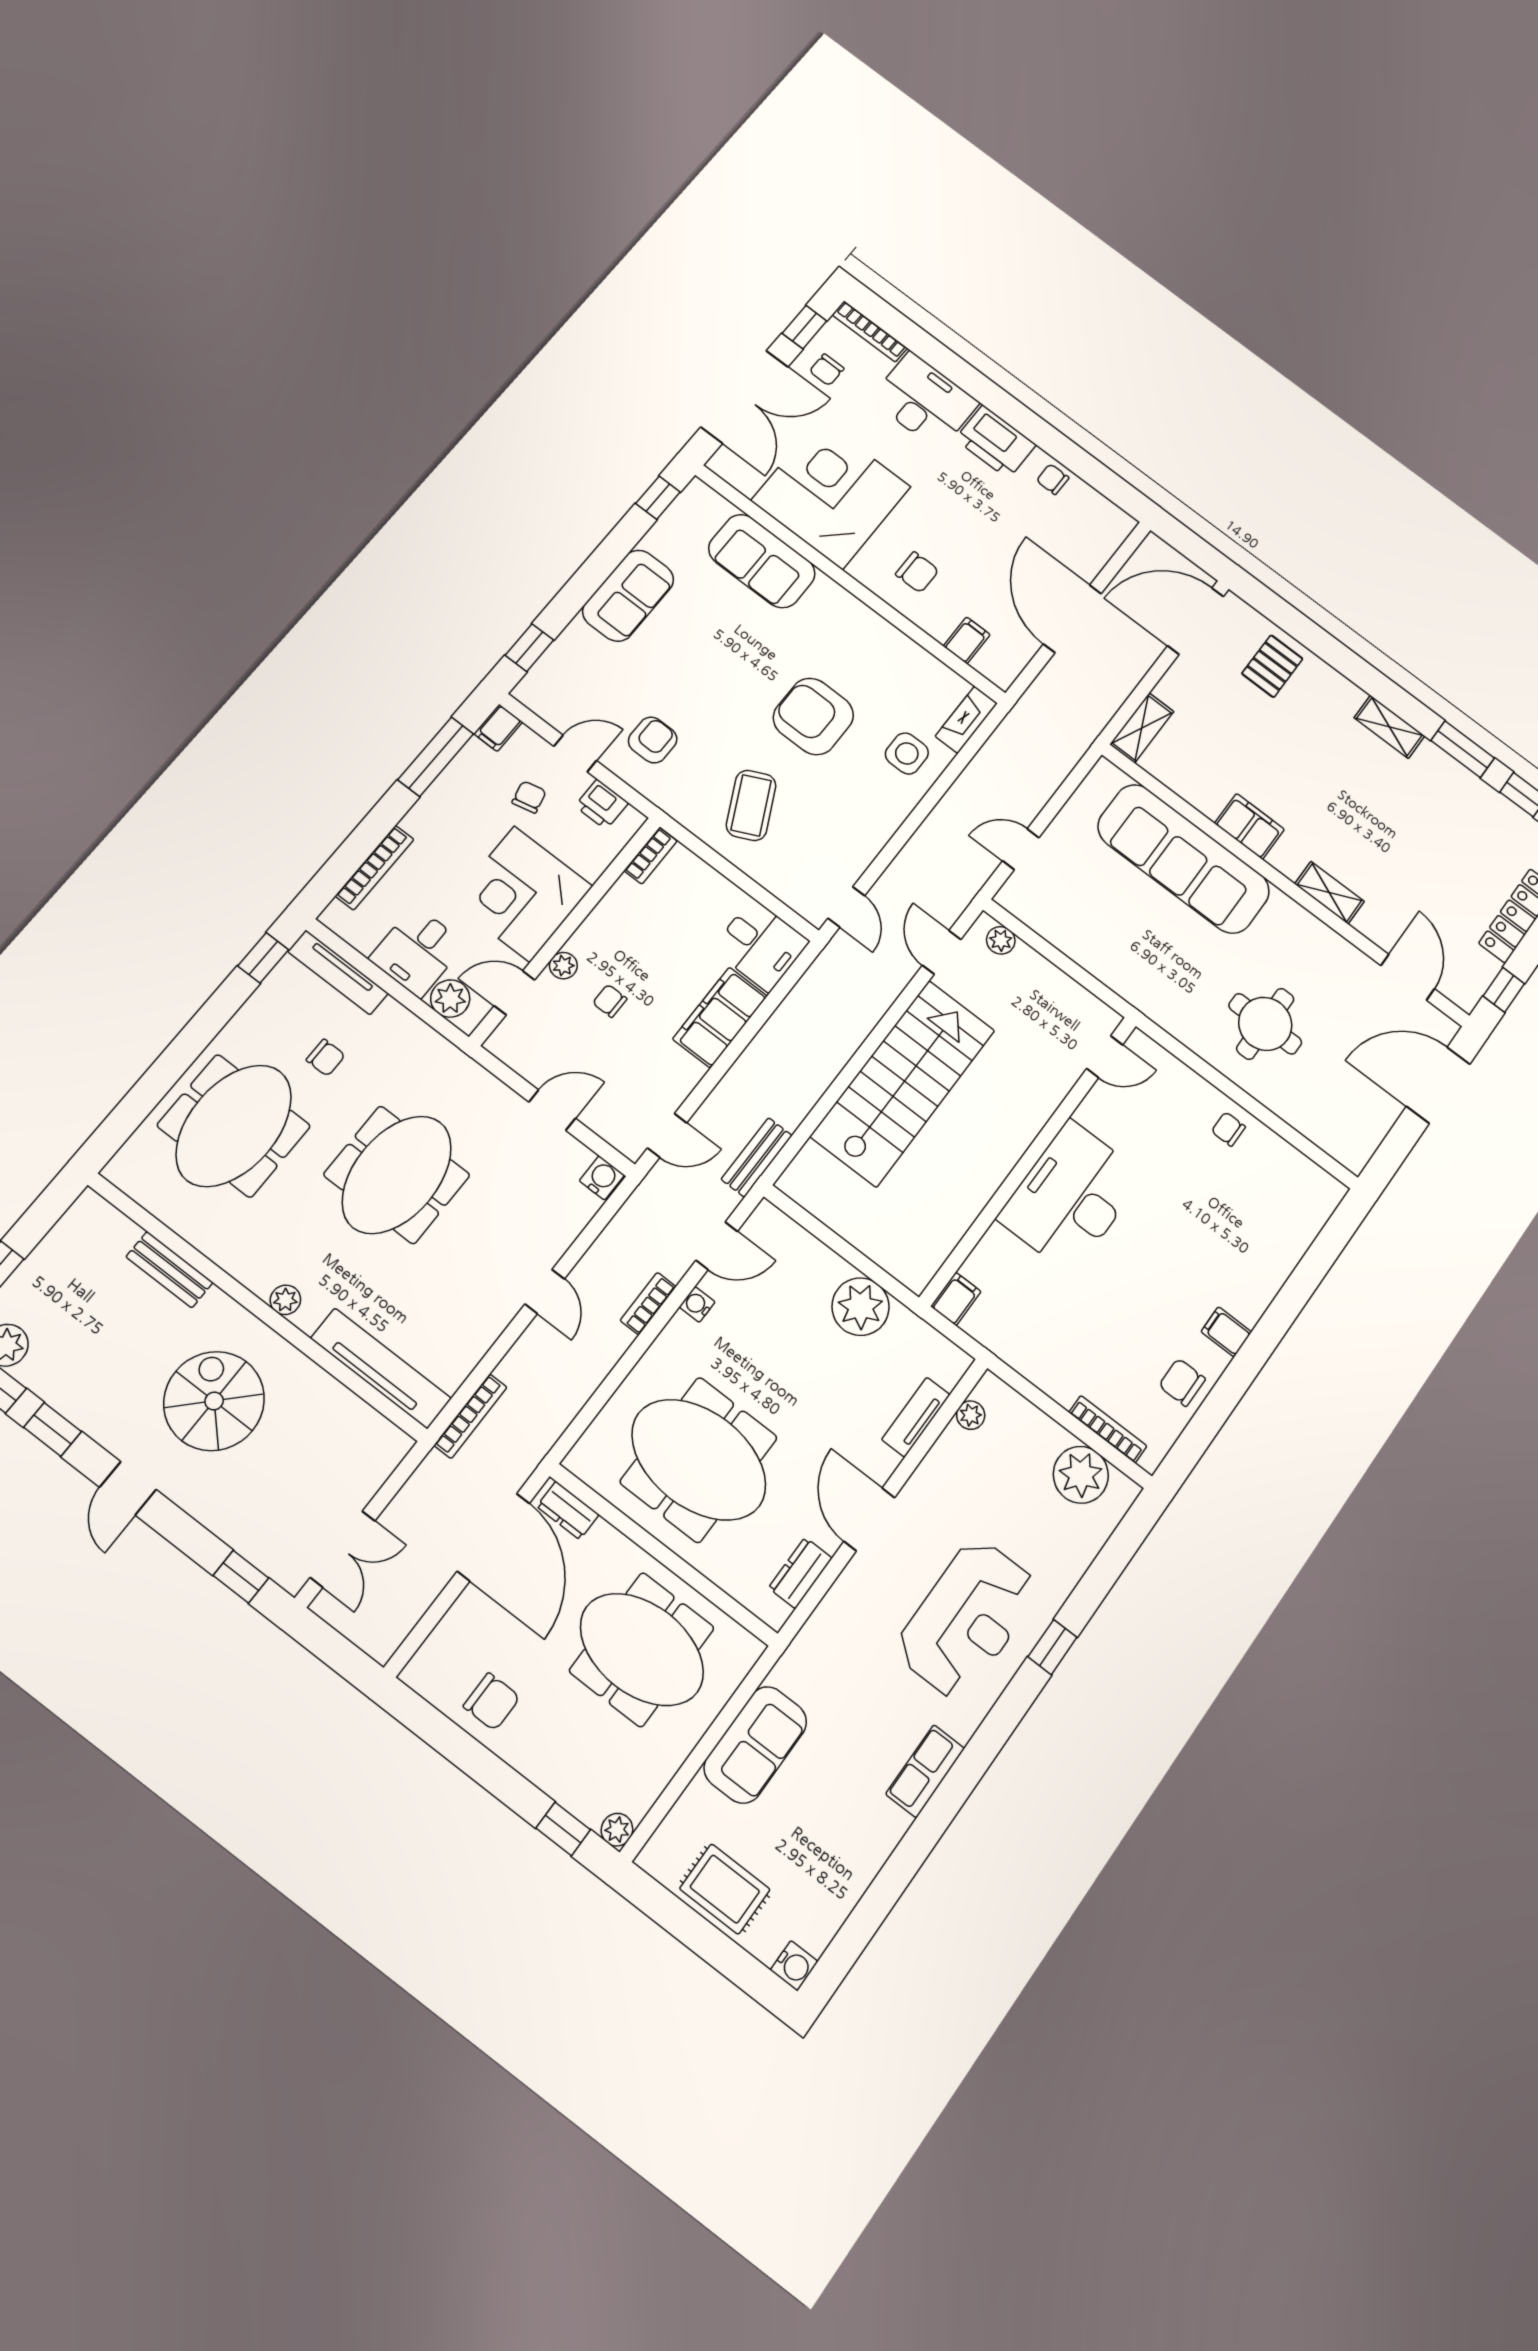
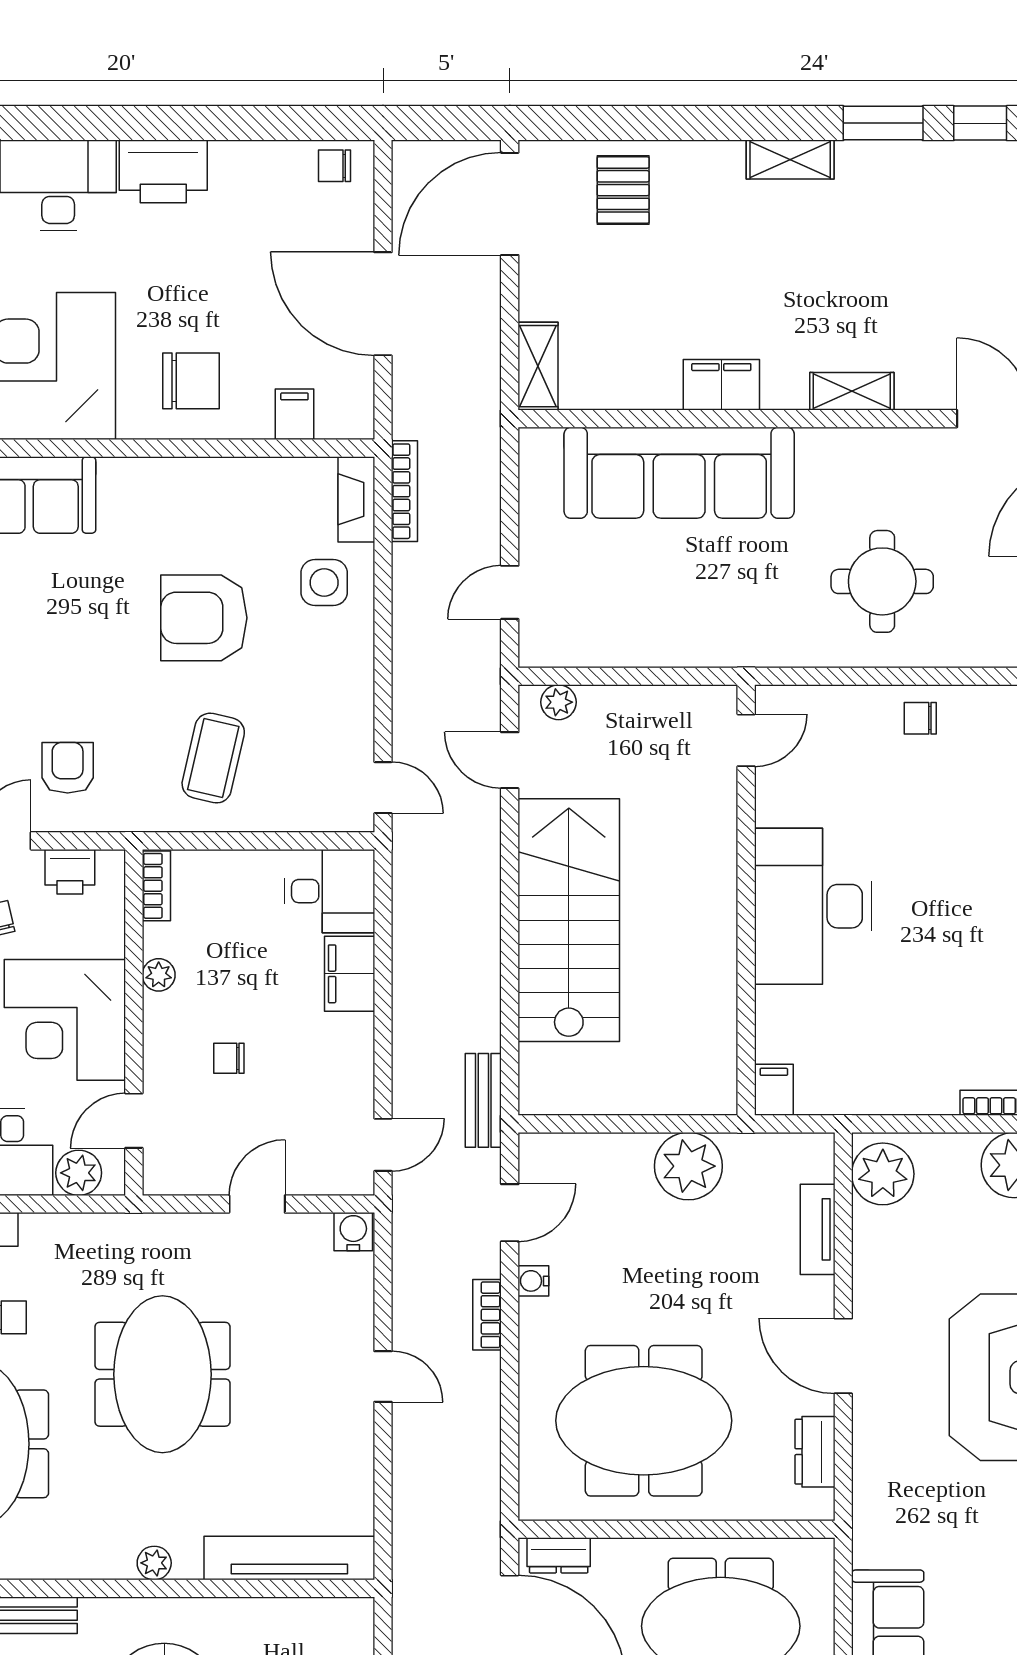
chair: (1053, 479) -> (335, 166), moved
chair: (917, 572) -> (191, 381), width x1.37, depth x1.37
coffee table: (751, 805) -> (213, 758), turned 39
plant: (563, 966) -> (159, 975), moved
filing cabinet: (720, 1017) -> (350, 974), width x0.67, depth x0.86
plant: (971, 1415) -> (883, 1174), width x1.88, depth x1.88
bookcase: (471, 1416) -> (404, 491), moved

